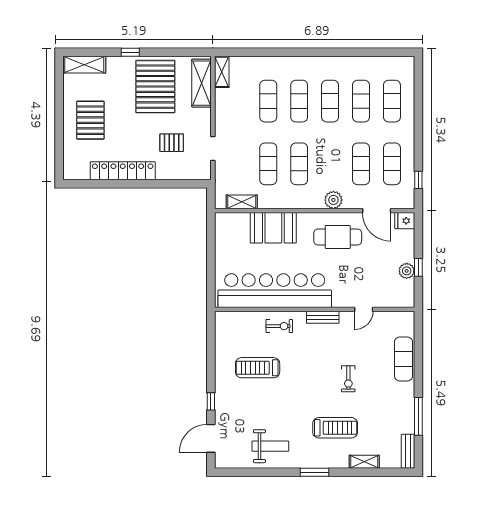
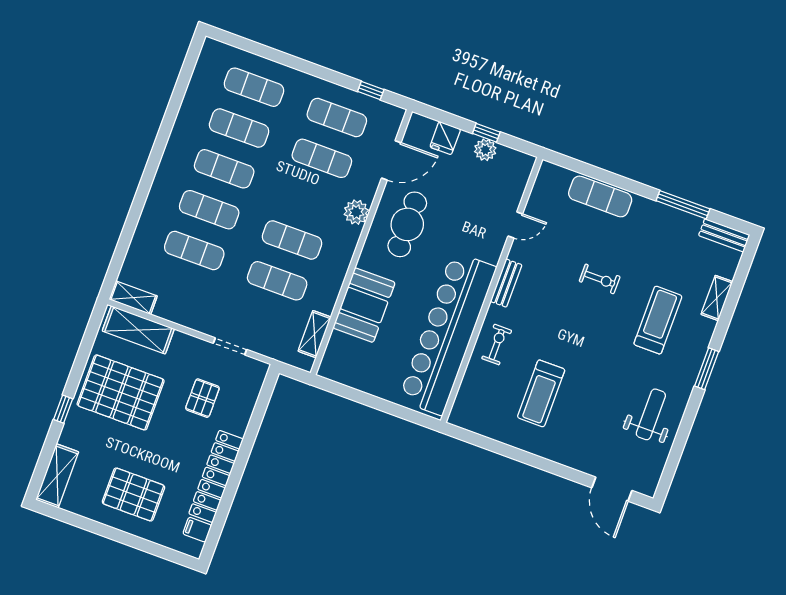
filing cabinet: (83, 171) -> (197, 530), added
fridge: (405, 221) -> (445, 138), moved
door: (364, 309) -> (515, 225), hinge flipped
window: (211, 401) -> (563, 471), removed

